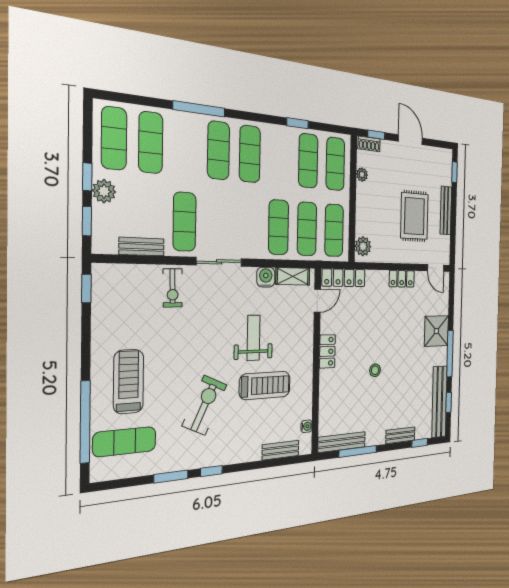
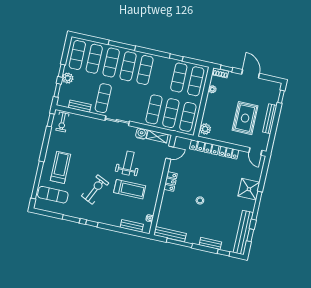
exercise mat: (185, 147) -> (111, 62), added
locker: (344, 278) -> (204, 147), moved
exercise bike: (173, 288) -> (62, 122), moved

